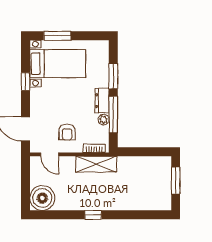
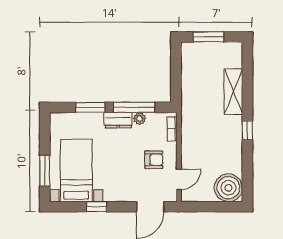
shelving: (96, 164) -> (233, 92), moved

